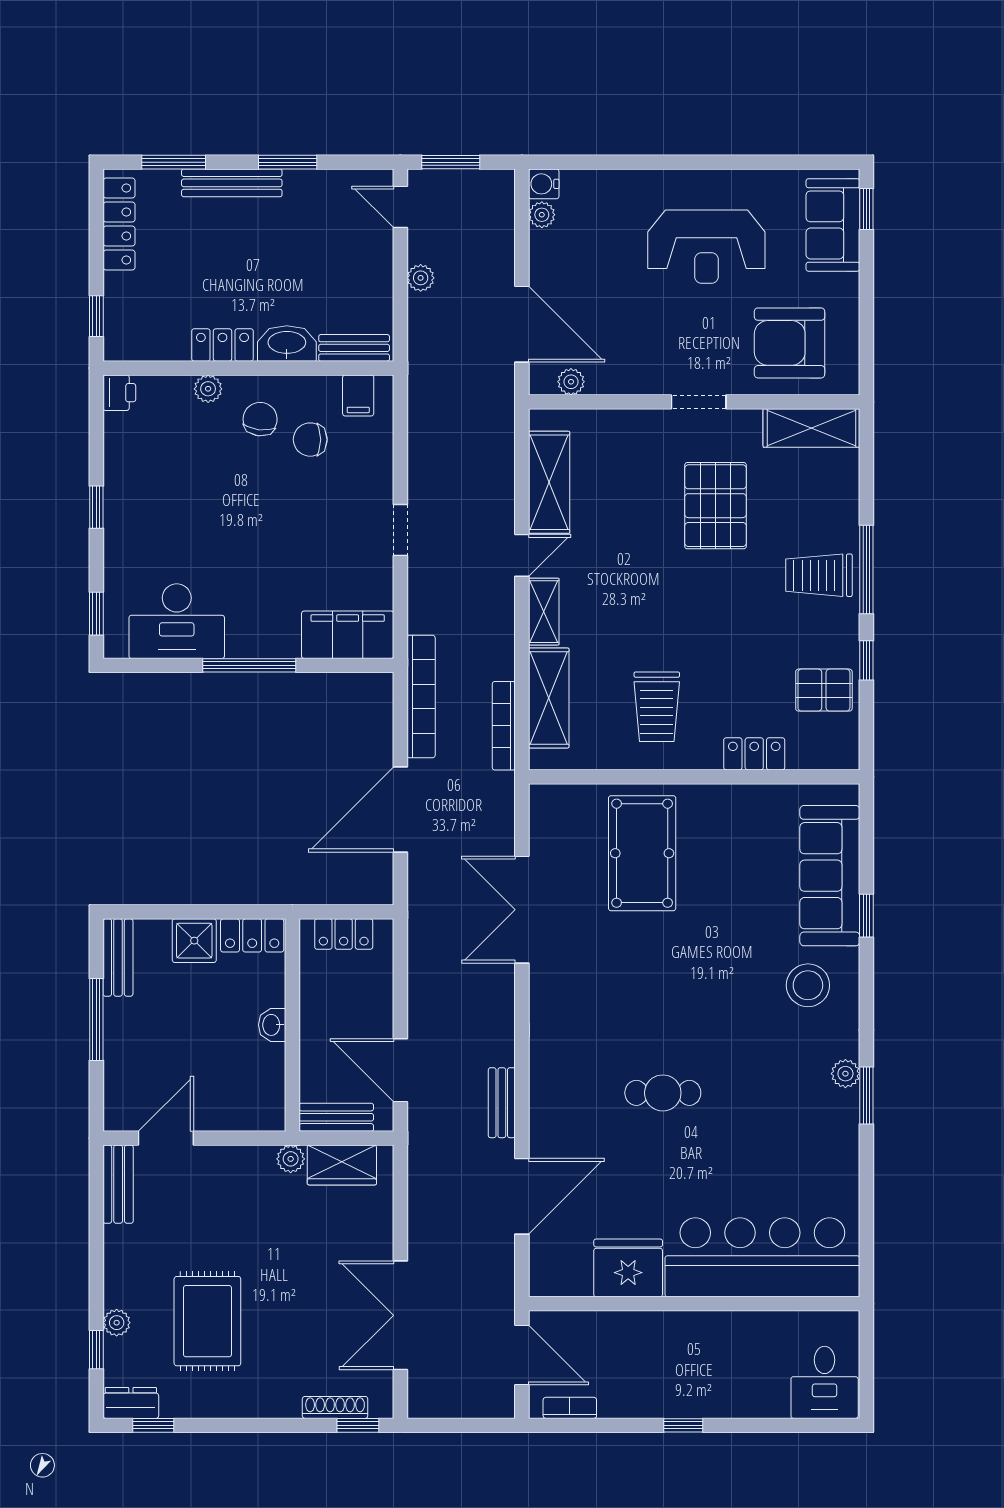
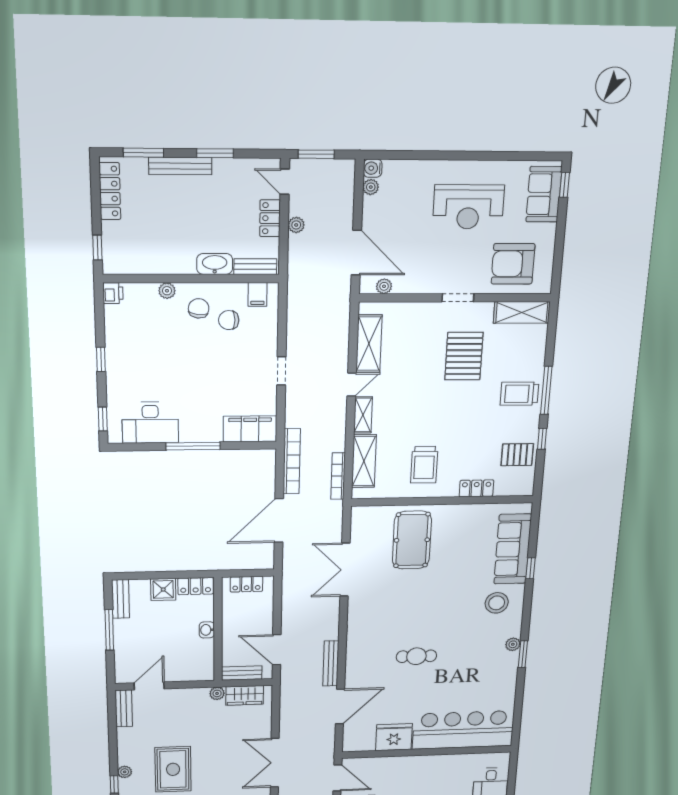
locker: (222, 345) -> (270, 218), moved, turned -90
bench: (502, 1103) -> (331, 663), width x1.36

